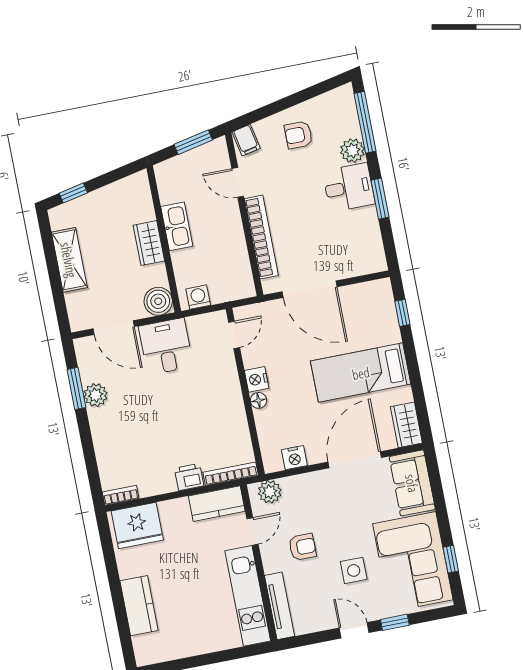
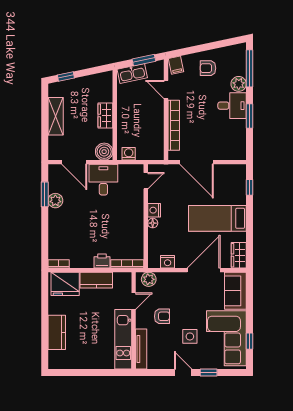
kitchen sink: (177, 226) -> (132, 73), moved, turned 78
kitchen counter: (217, 504) -> (96, 280), moved

